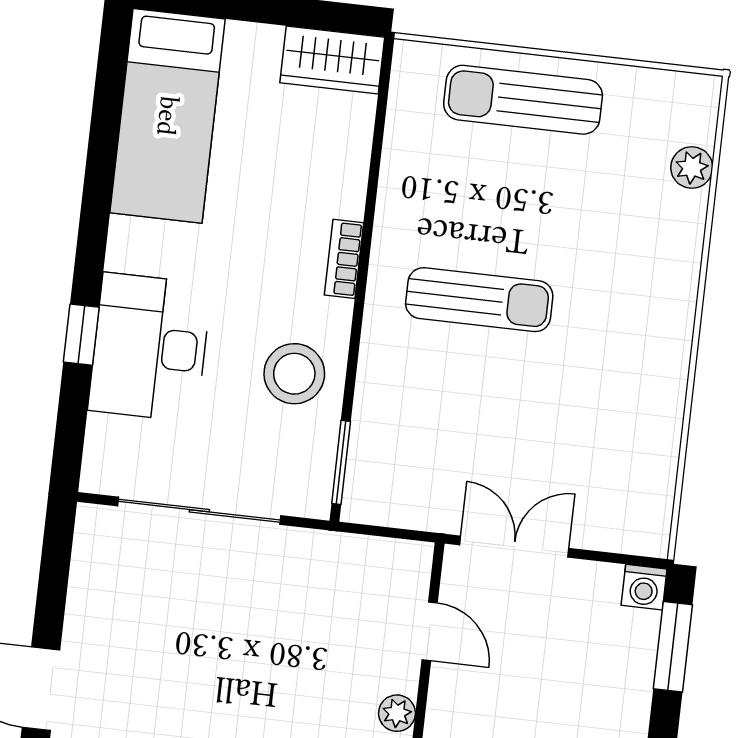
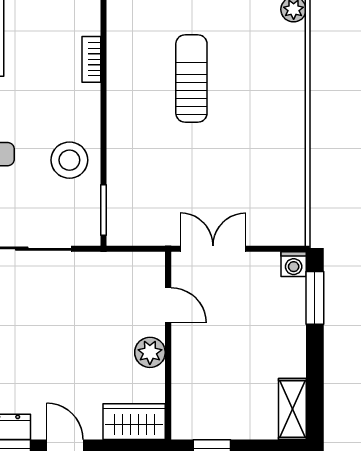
bookcase: (344, 259) -> (91, 59), moved
sun lounger: (479, 300) -> (191, 78), moved, turned -90
plant: (397, 713) -> (150, 352), width x1.38, depth x1.38

